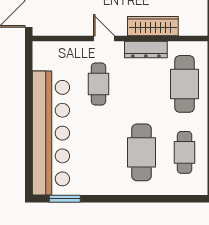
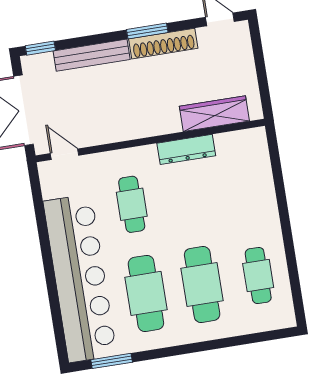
wardrobe: (153, 26) -> (214, 114), moved
door: (104, 38) -> (64, 154), moved
cafe table: (185, 84) -> (146, 293), moved

